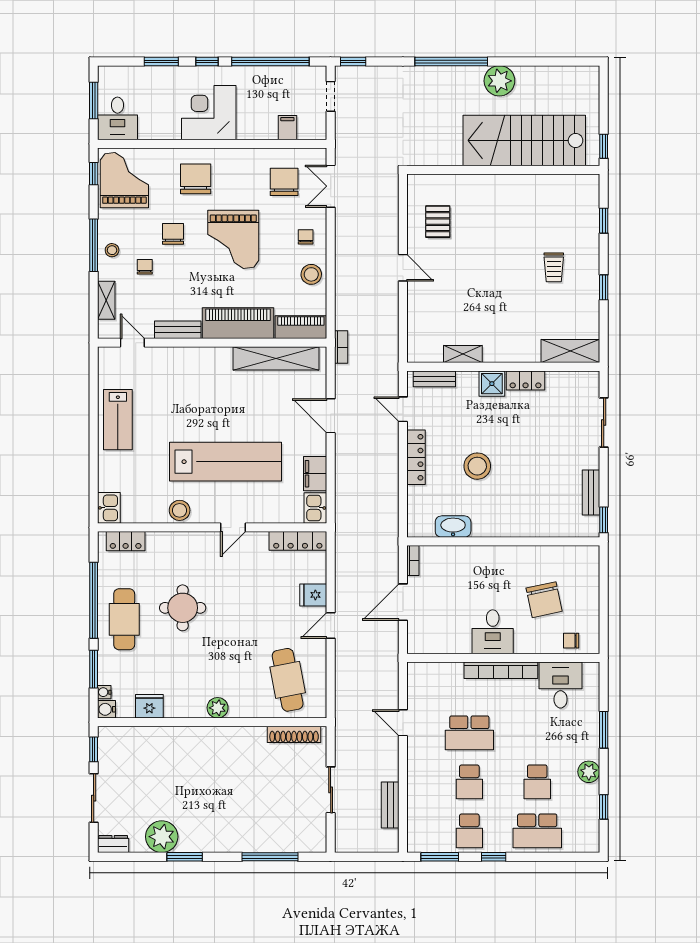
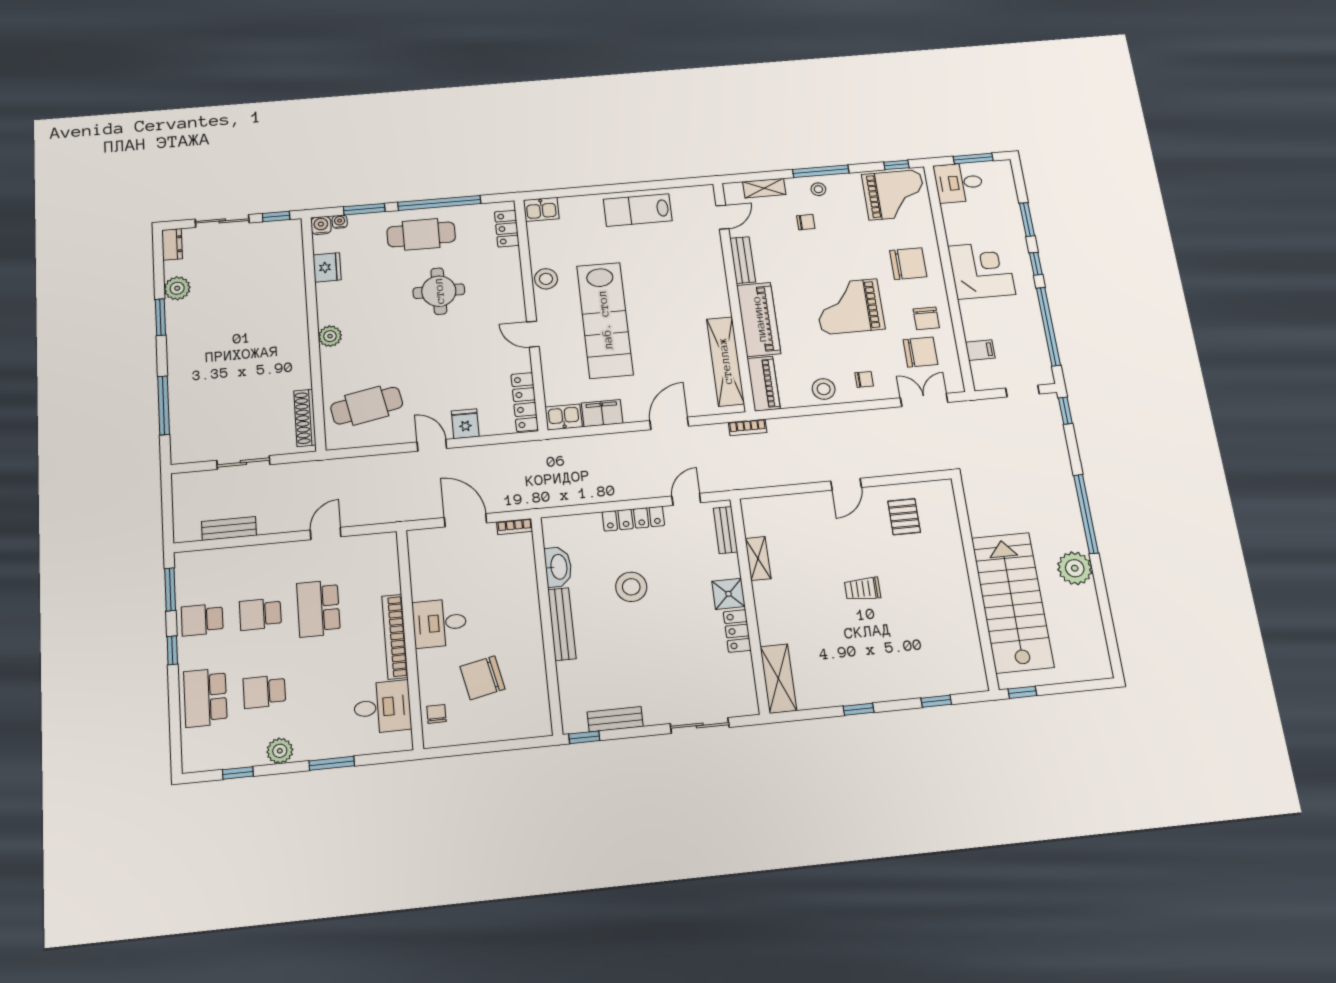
pallet: (438, 222) -> (904, 517), turned 90
chair: (173, 234) -> (926, 318), moved, turned 90
trolley: (554, 267) -> (862, 589), moved
bench: (504, 529) -> (562, 624), added
plant: (162, 837) -> (177, 288), width x0.73, depth x0.73

